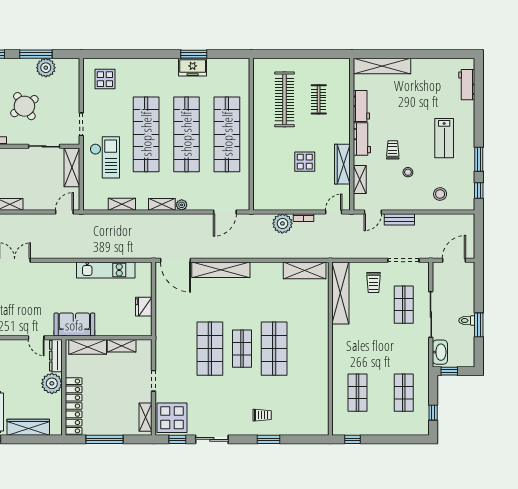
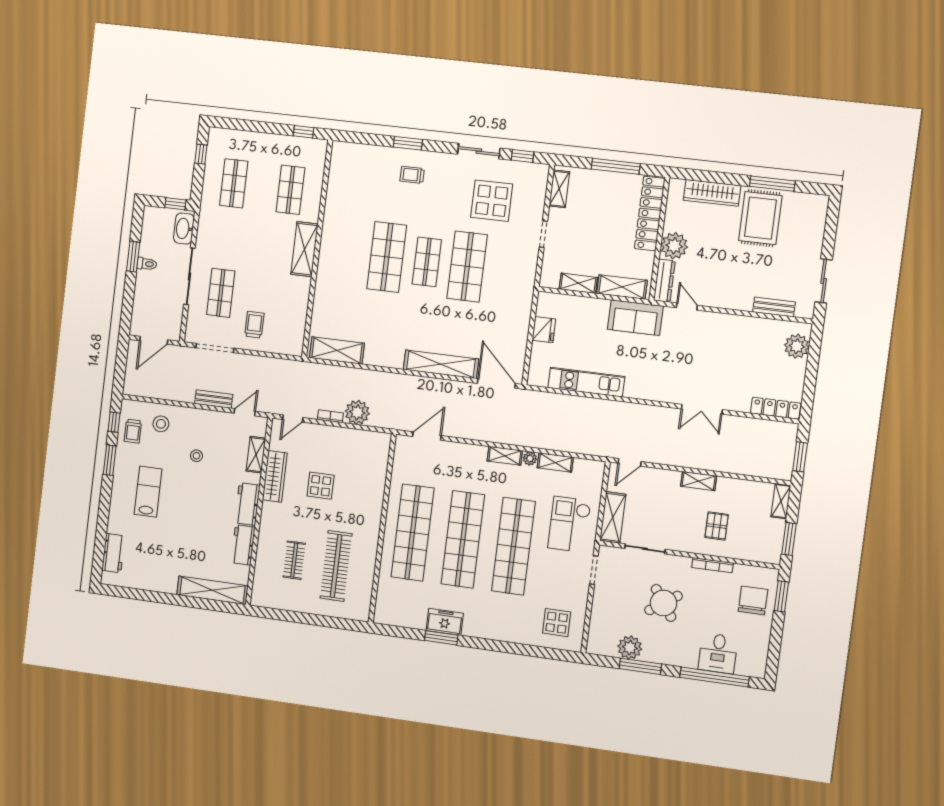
trolley: (393, 150) -> (133, 431), moved
plant: (182, 205) -> (530, 458), moved
shelving: (340, 293) -> (304, 249), moved, width x0.68
display table: (172, 418) -> (492, 201), moved

